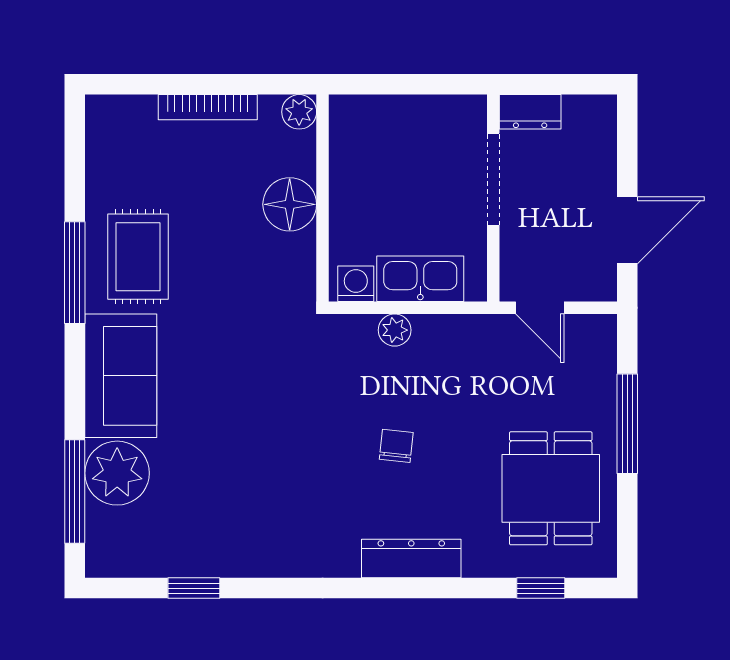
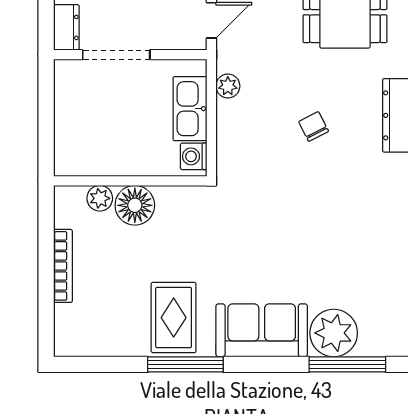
plant: (299, 112) -> (100, 198), moved
rug: (138, 257) -> (174, 318), turned 90
plant: (395, 330) -> (228, 86), moved
chair: (396, 446) -> (314, 126), turned 57

